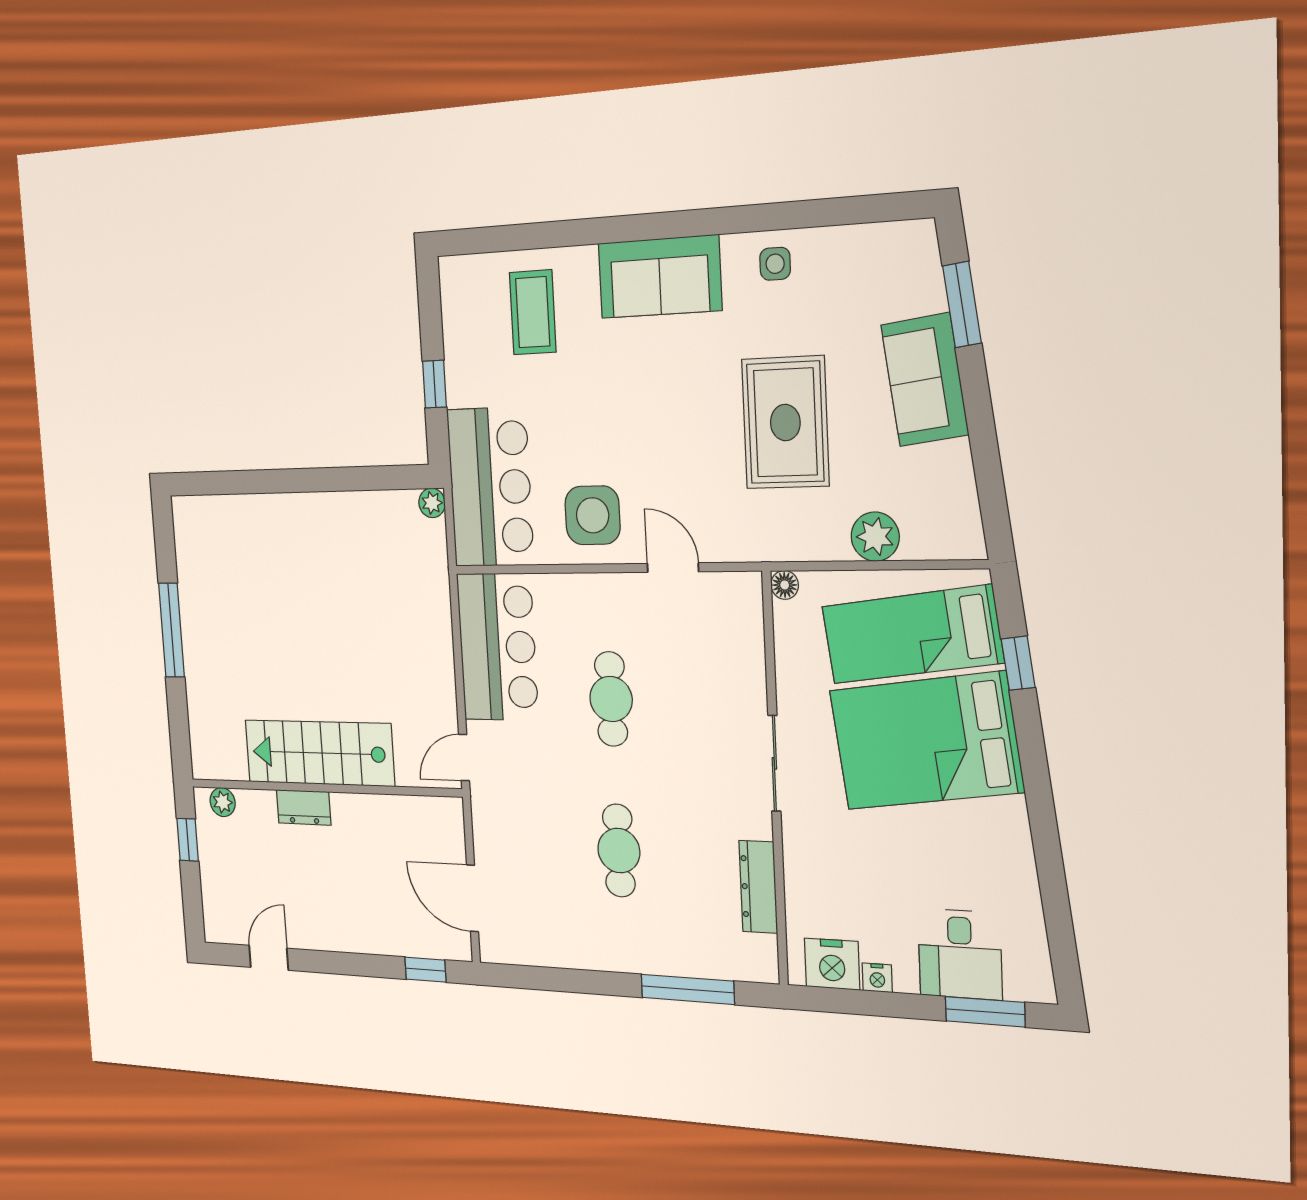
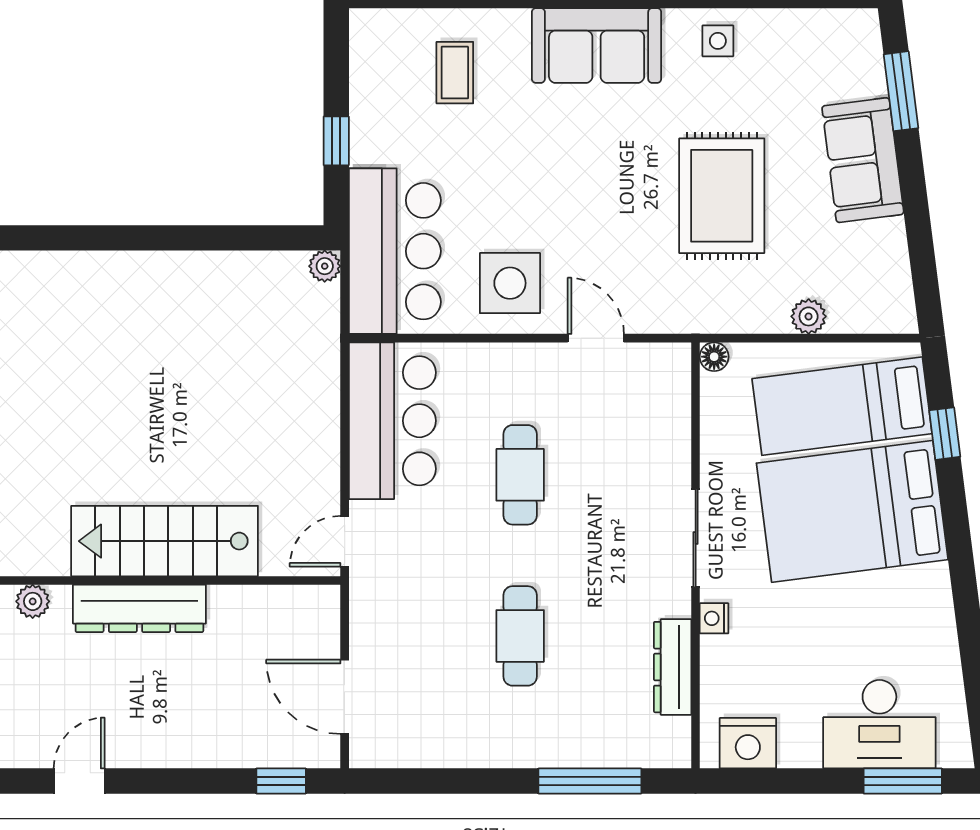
coffee table: (533, 312) -> (455, 73), width x0.73, depth x0.77
plant: (875, 537) -> (809, 316), width x0.73, depth x0.73
dresser: (304, 807) -> (139, 608), width x1.96, depth x1.24
desk: (960, 954) -> (879, 724), width x1.37
nightstand: (877, 978) -> (714, 618), moved, turned 90

